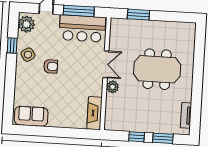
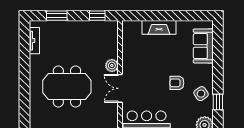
fireplace: (95, 113) -> (159, 27), moved, turned 90
sofa: (31, 116) -> (203, 46), moved, turned 90
window: (137, 137) -> (97, 16), moved

